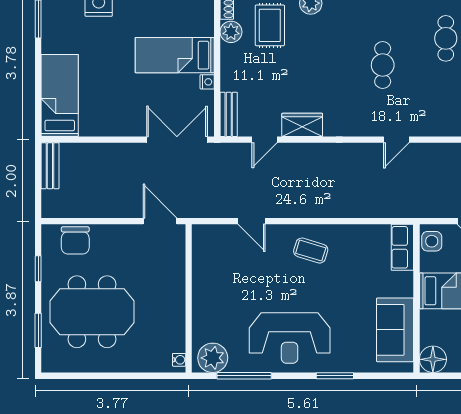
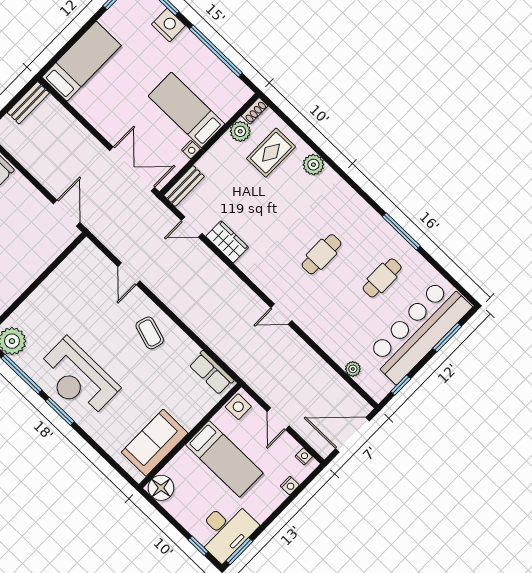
row of seats: (402, 247) -> (211, 373), moved, turned -90
window: (335, 376) -> (60, 411), moved

